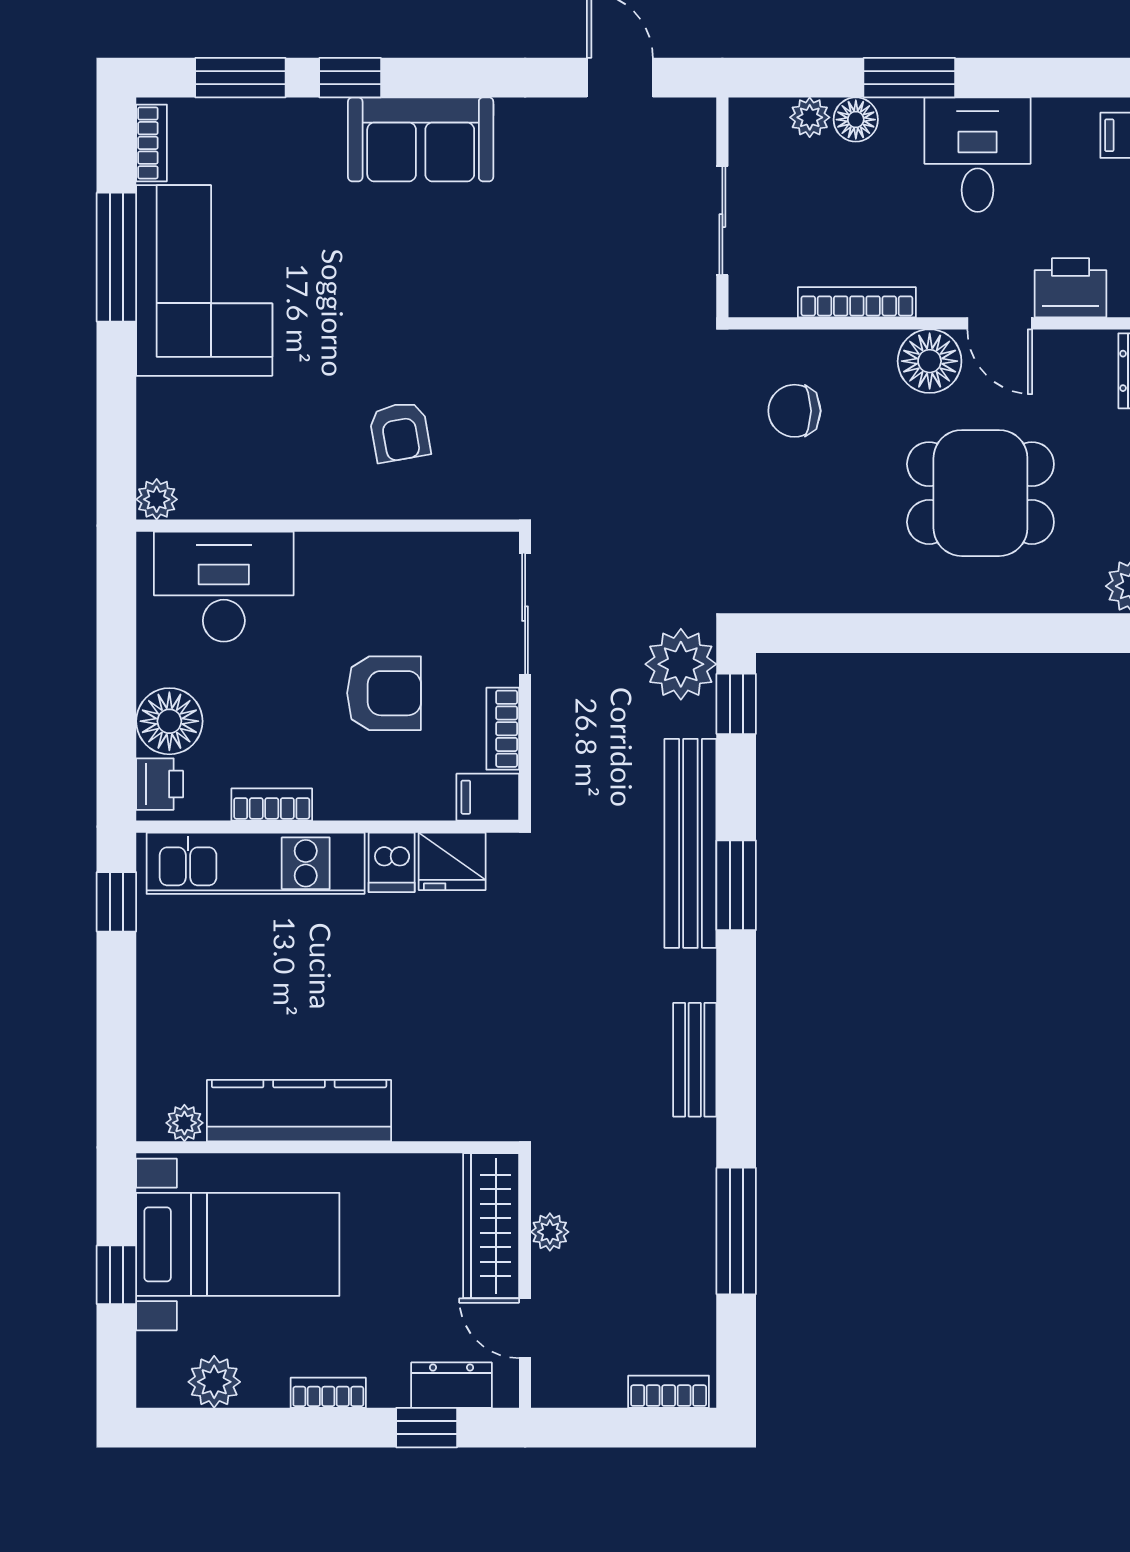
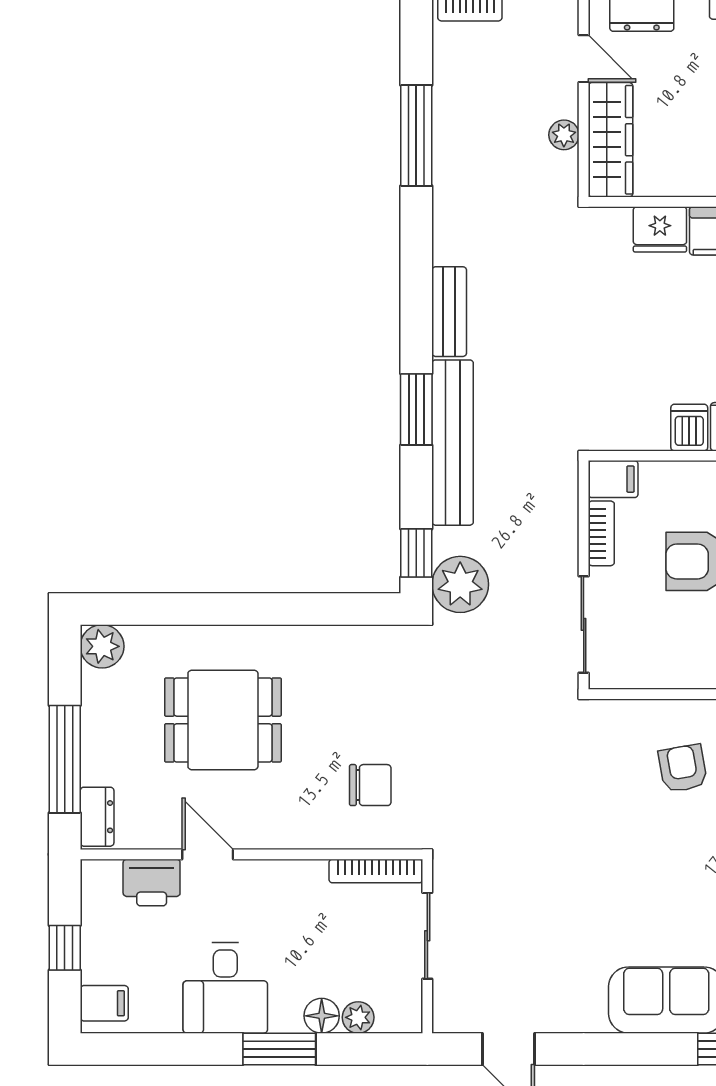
bookcase: (857, 302) -> (376, 871), moved
floor lamp: (930, 361) -> (263, 824), removed
fridge: (452, 861) -> (660, 229), moved, turned 180
bench: (695, 1060) -> (449, 312), moved

